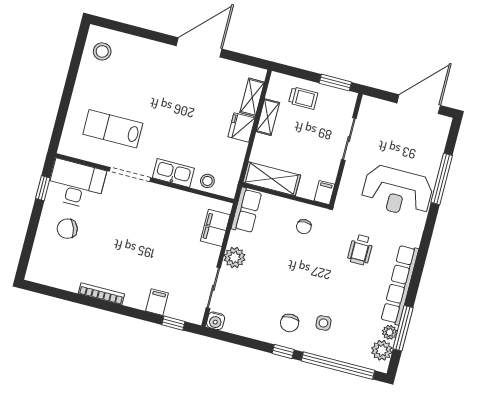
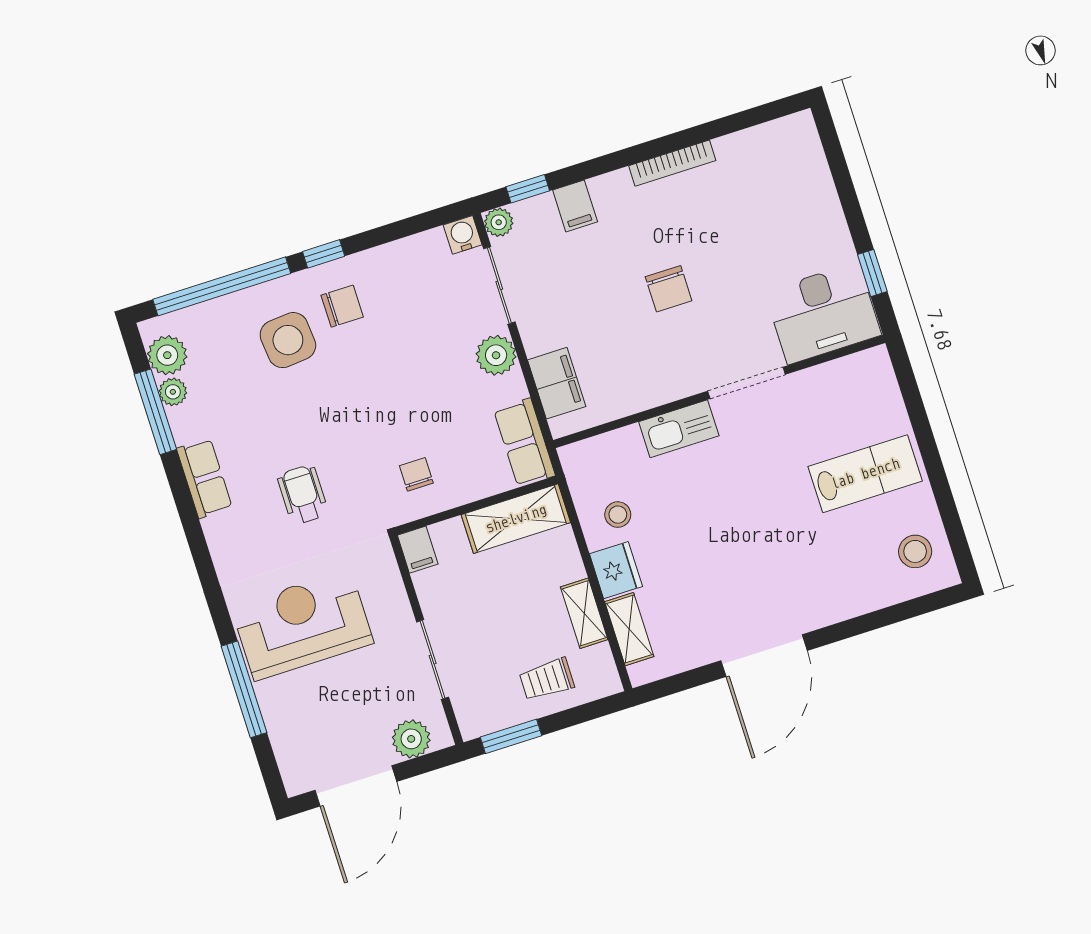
plant: (381, 110) -> (411, 739), added
lab bench: (113, 129) -> (865, 474), moved
stool: (207, 181) -> (618, 515), moved
chair: (67, 229) -> (669, 289), moved, turned 109
row of seats: (400, 285) -> (204, 478), width x0.50
plant: (196, 316) -> (499, 222), added
chair: (290, 323) -> (342, 306), turned 90
side table: (323, 323) -> (288, 340), width x1.87, depth x1.87

